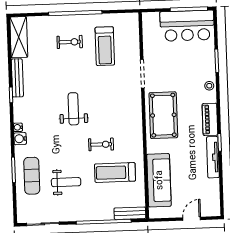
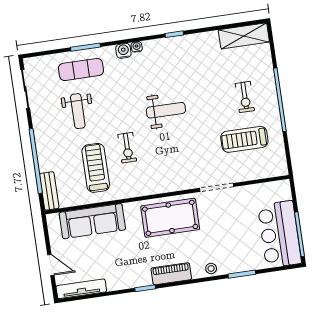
bench: (17, 78) -> (195, 40), removed
tv unit: (213, 157) -> (81, 289), moved

